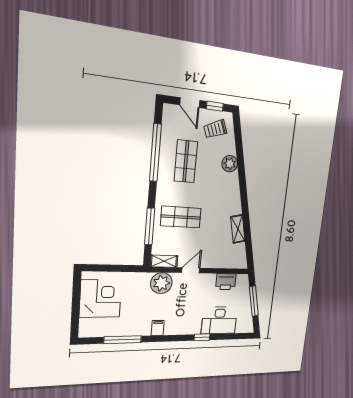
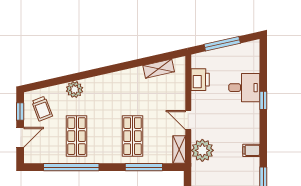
shop shelf: (186, 161) -> (77, 136), turned 90
shelving: (238, 229) -> (159, 69), moved
desk: (219, 320) -> (244, 88), width x0.73

